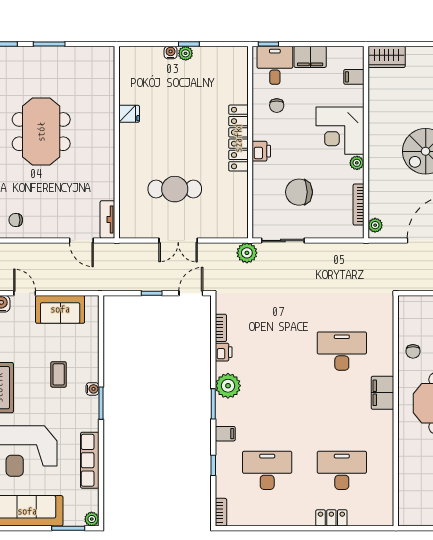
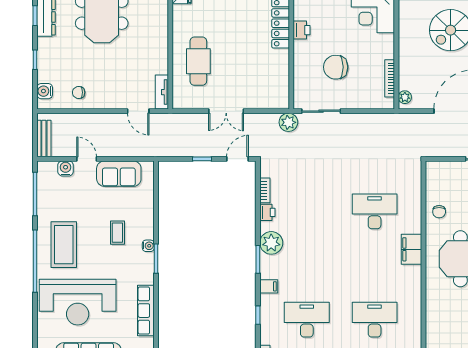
plant: (357, 163) -> (388, 41), removed
cafe table: (175, 189) -> (198, 61), moved, turned 90

